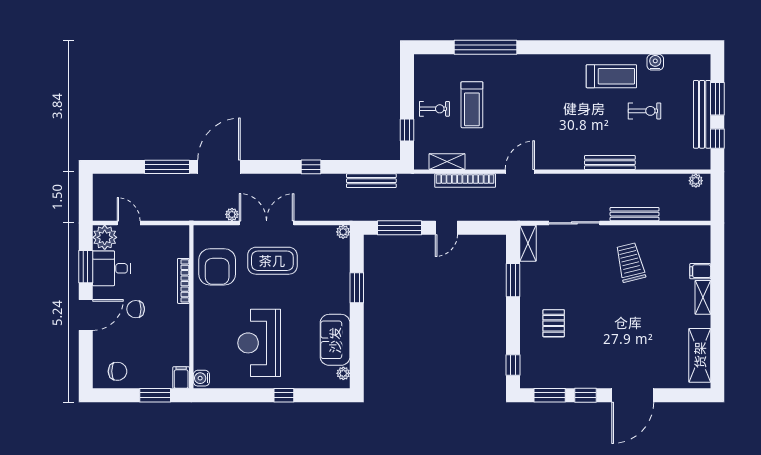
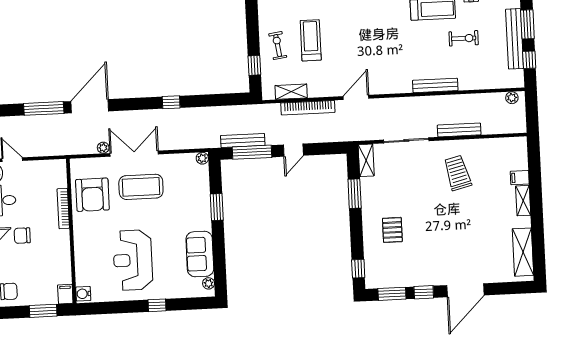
treadmill: (472, 105) -> (311, 40), turned 180
exercise bike: (434, 109) -> (278, 46), turned -98
bench: (371, 181) -> (243, 140), moved

